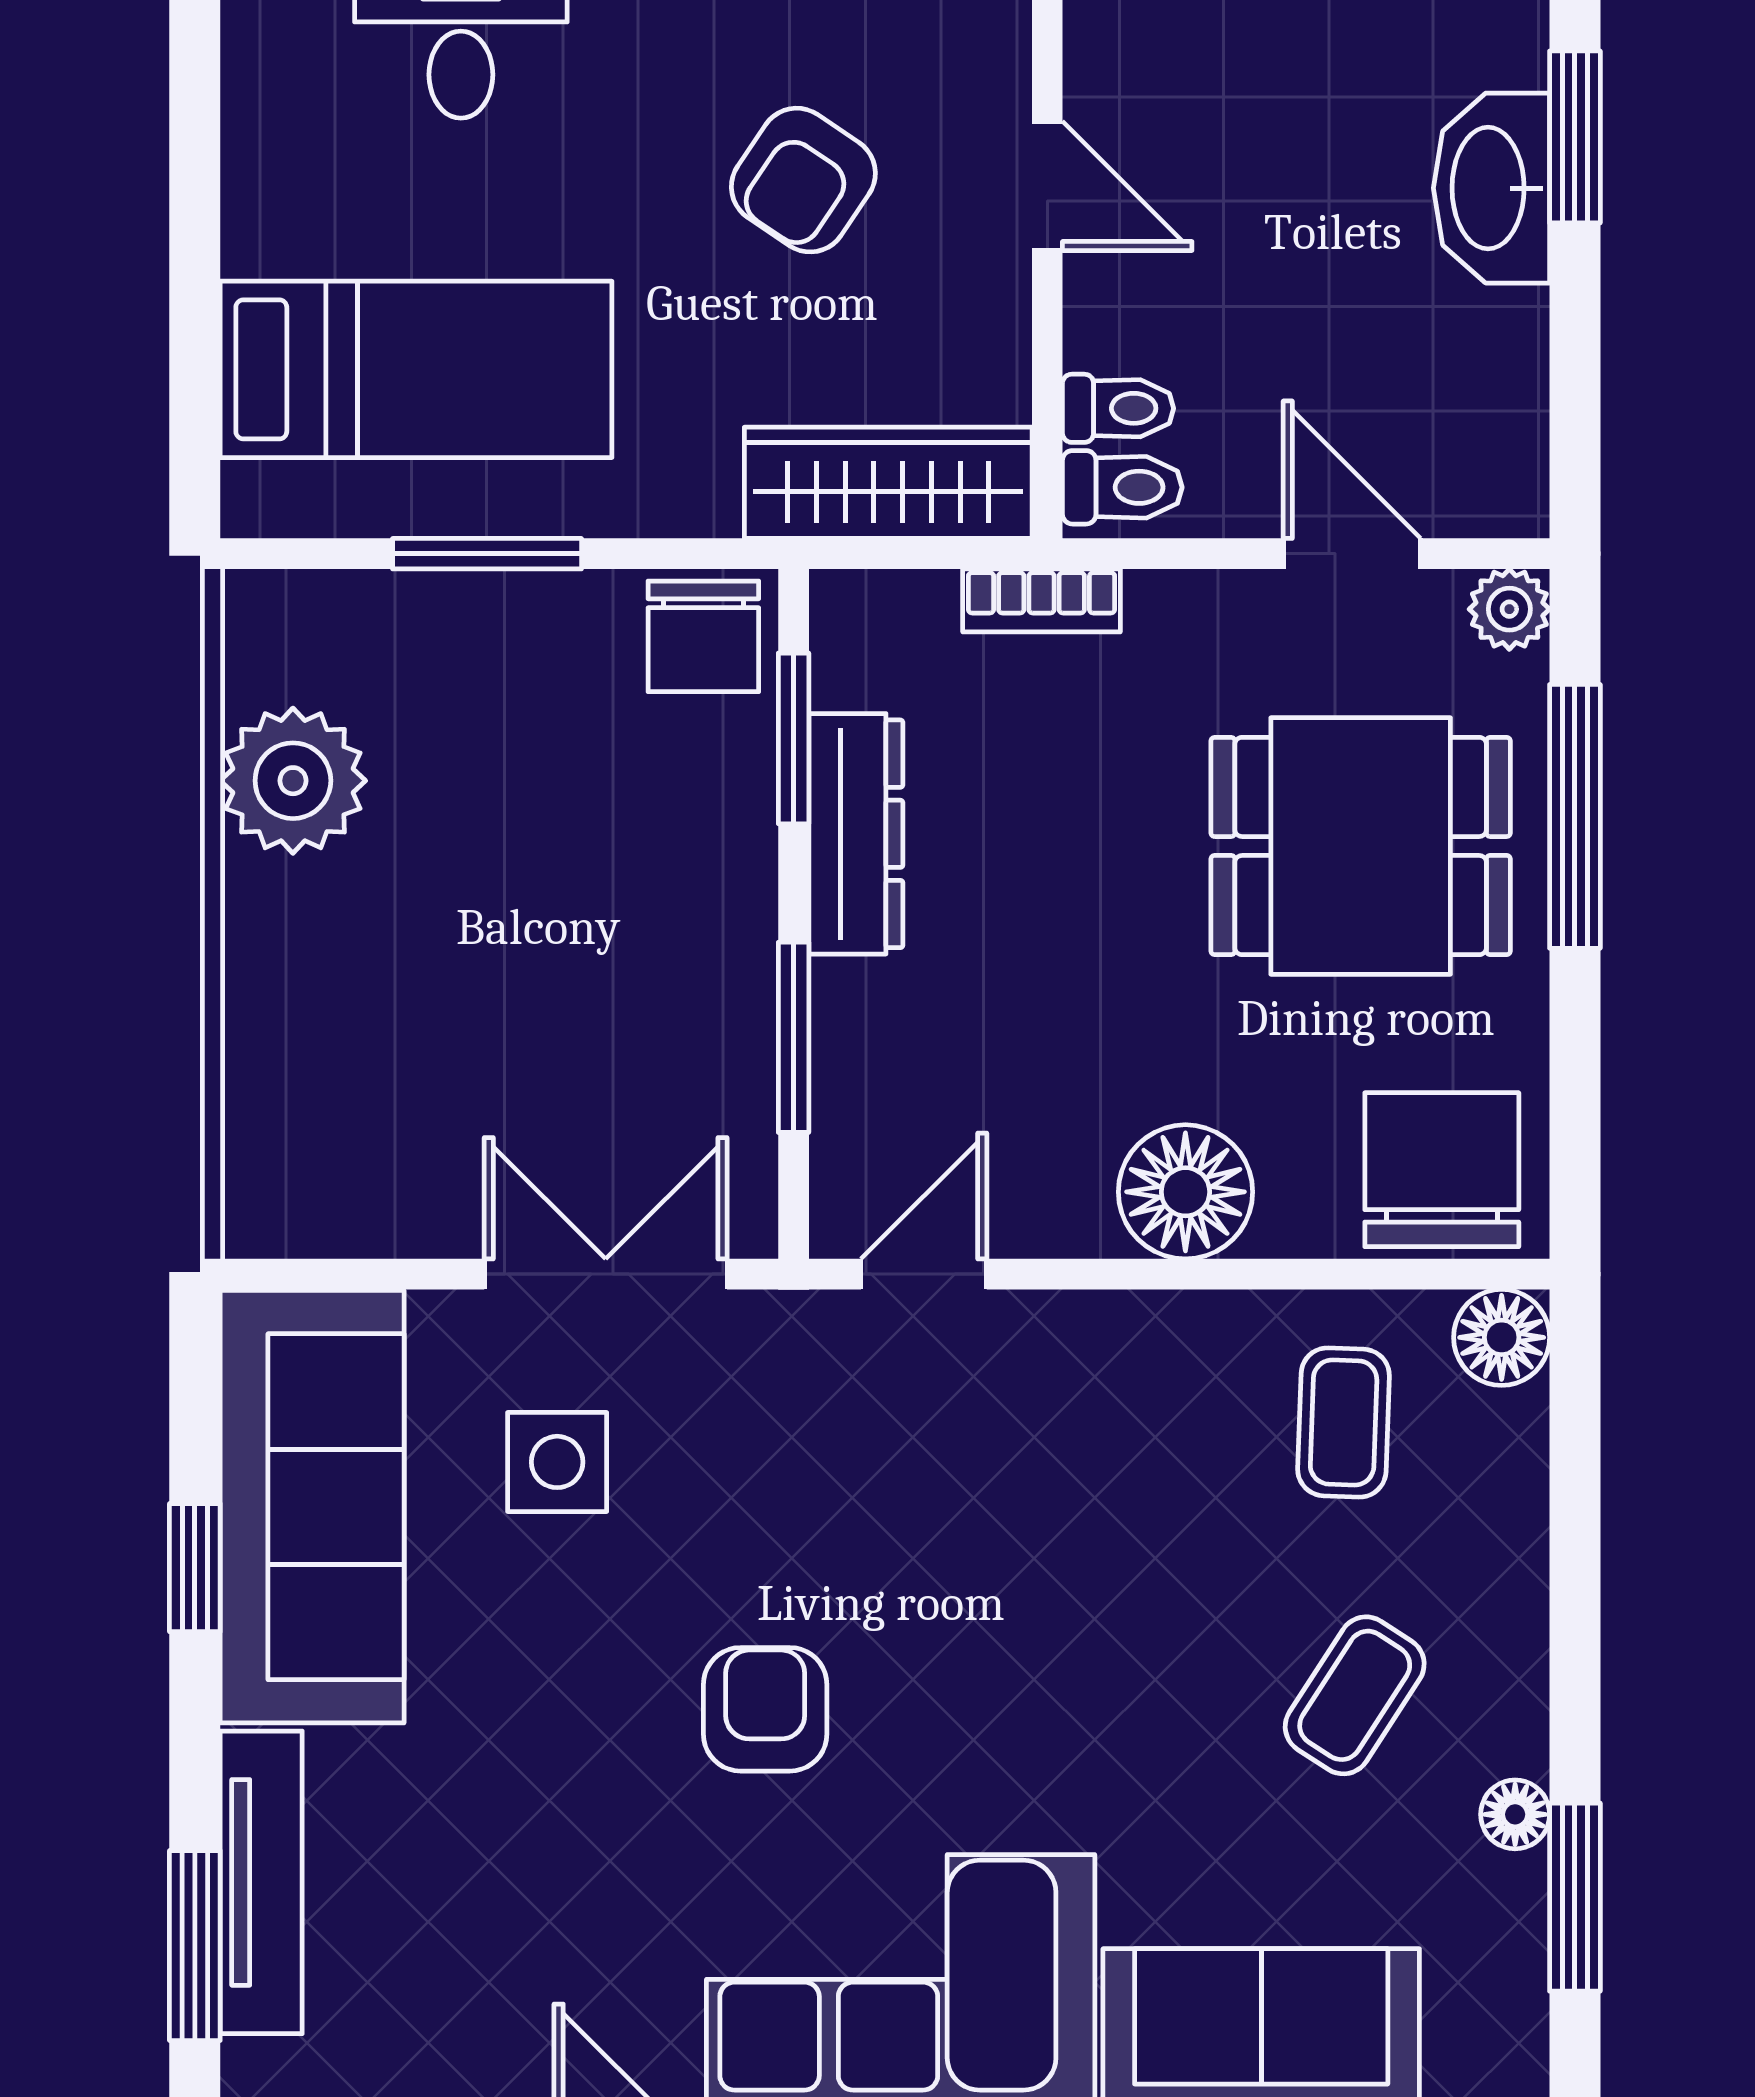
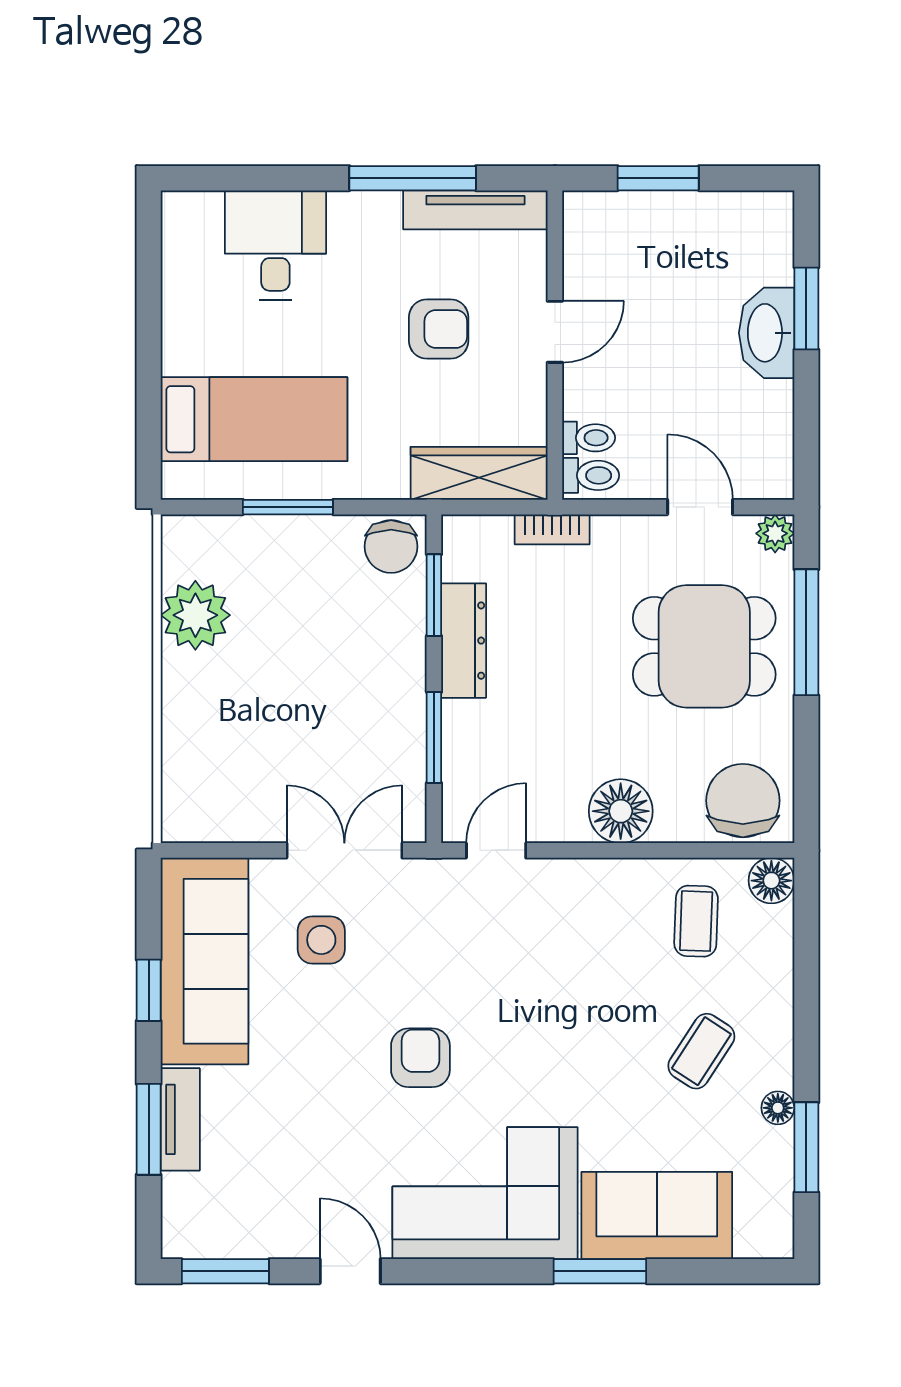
armchair: (803, 180) -> (439, 329), turned -124
door: (1047, 186) -> (555, 332), hinge flipped
tv unit: (261, 1882) -> (180, 1119), width x0.71
window: (195, 1946) -> (149, 1129), moved

